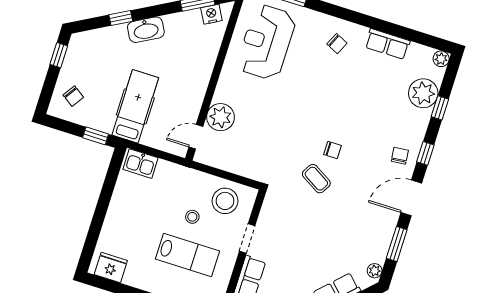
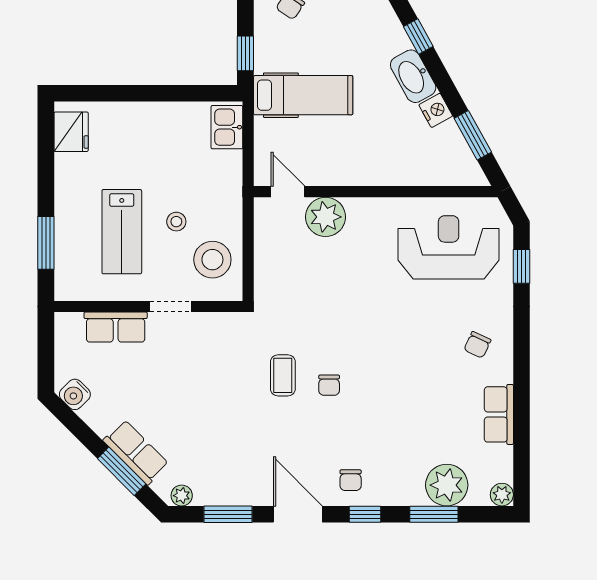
nightstand: (211, 14) -> (436, 110), moved
window: (440, 108) -> (434, 514), width x1.50
chair: (400, 156) -> (351, 480), turned 96
coffee table: (316, 179) -> (283, 375), turned -31

